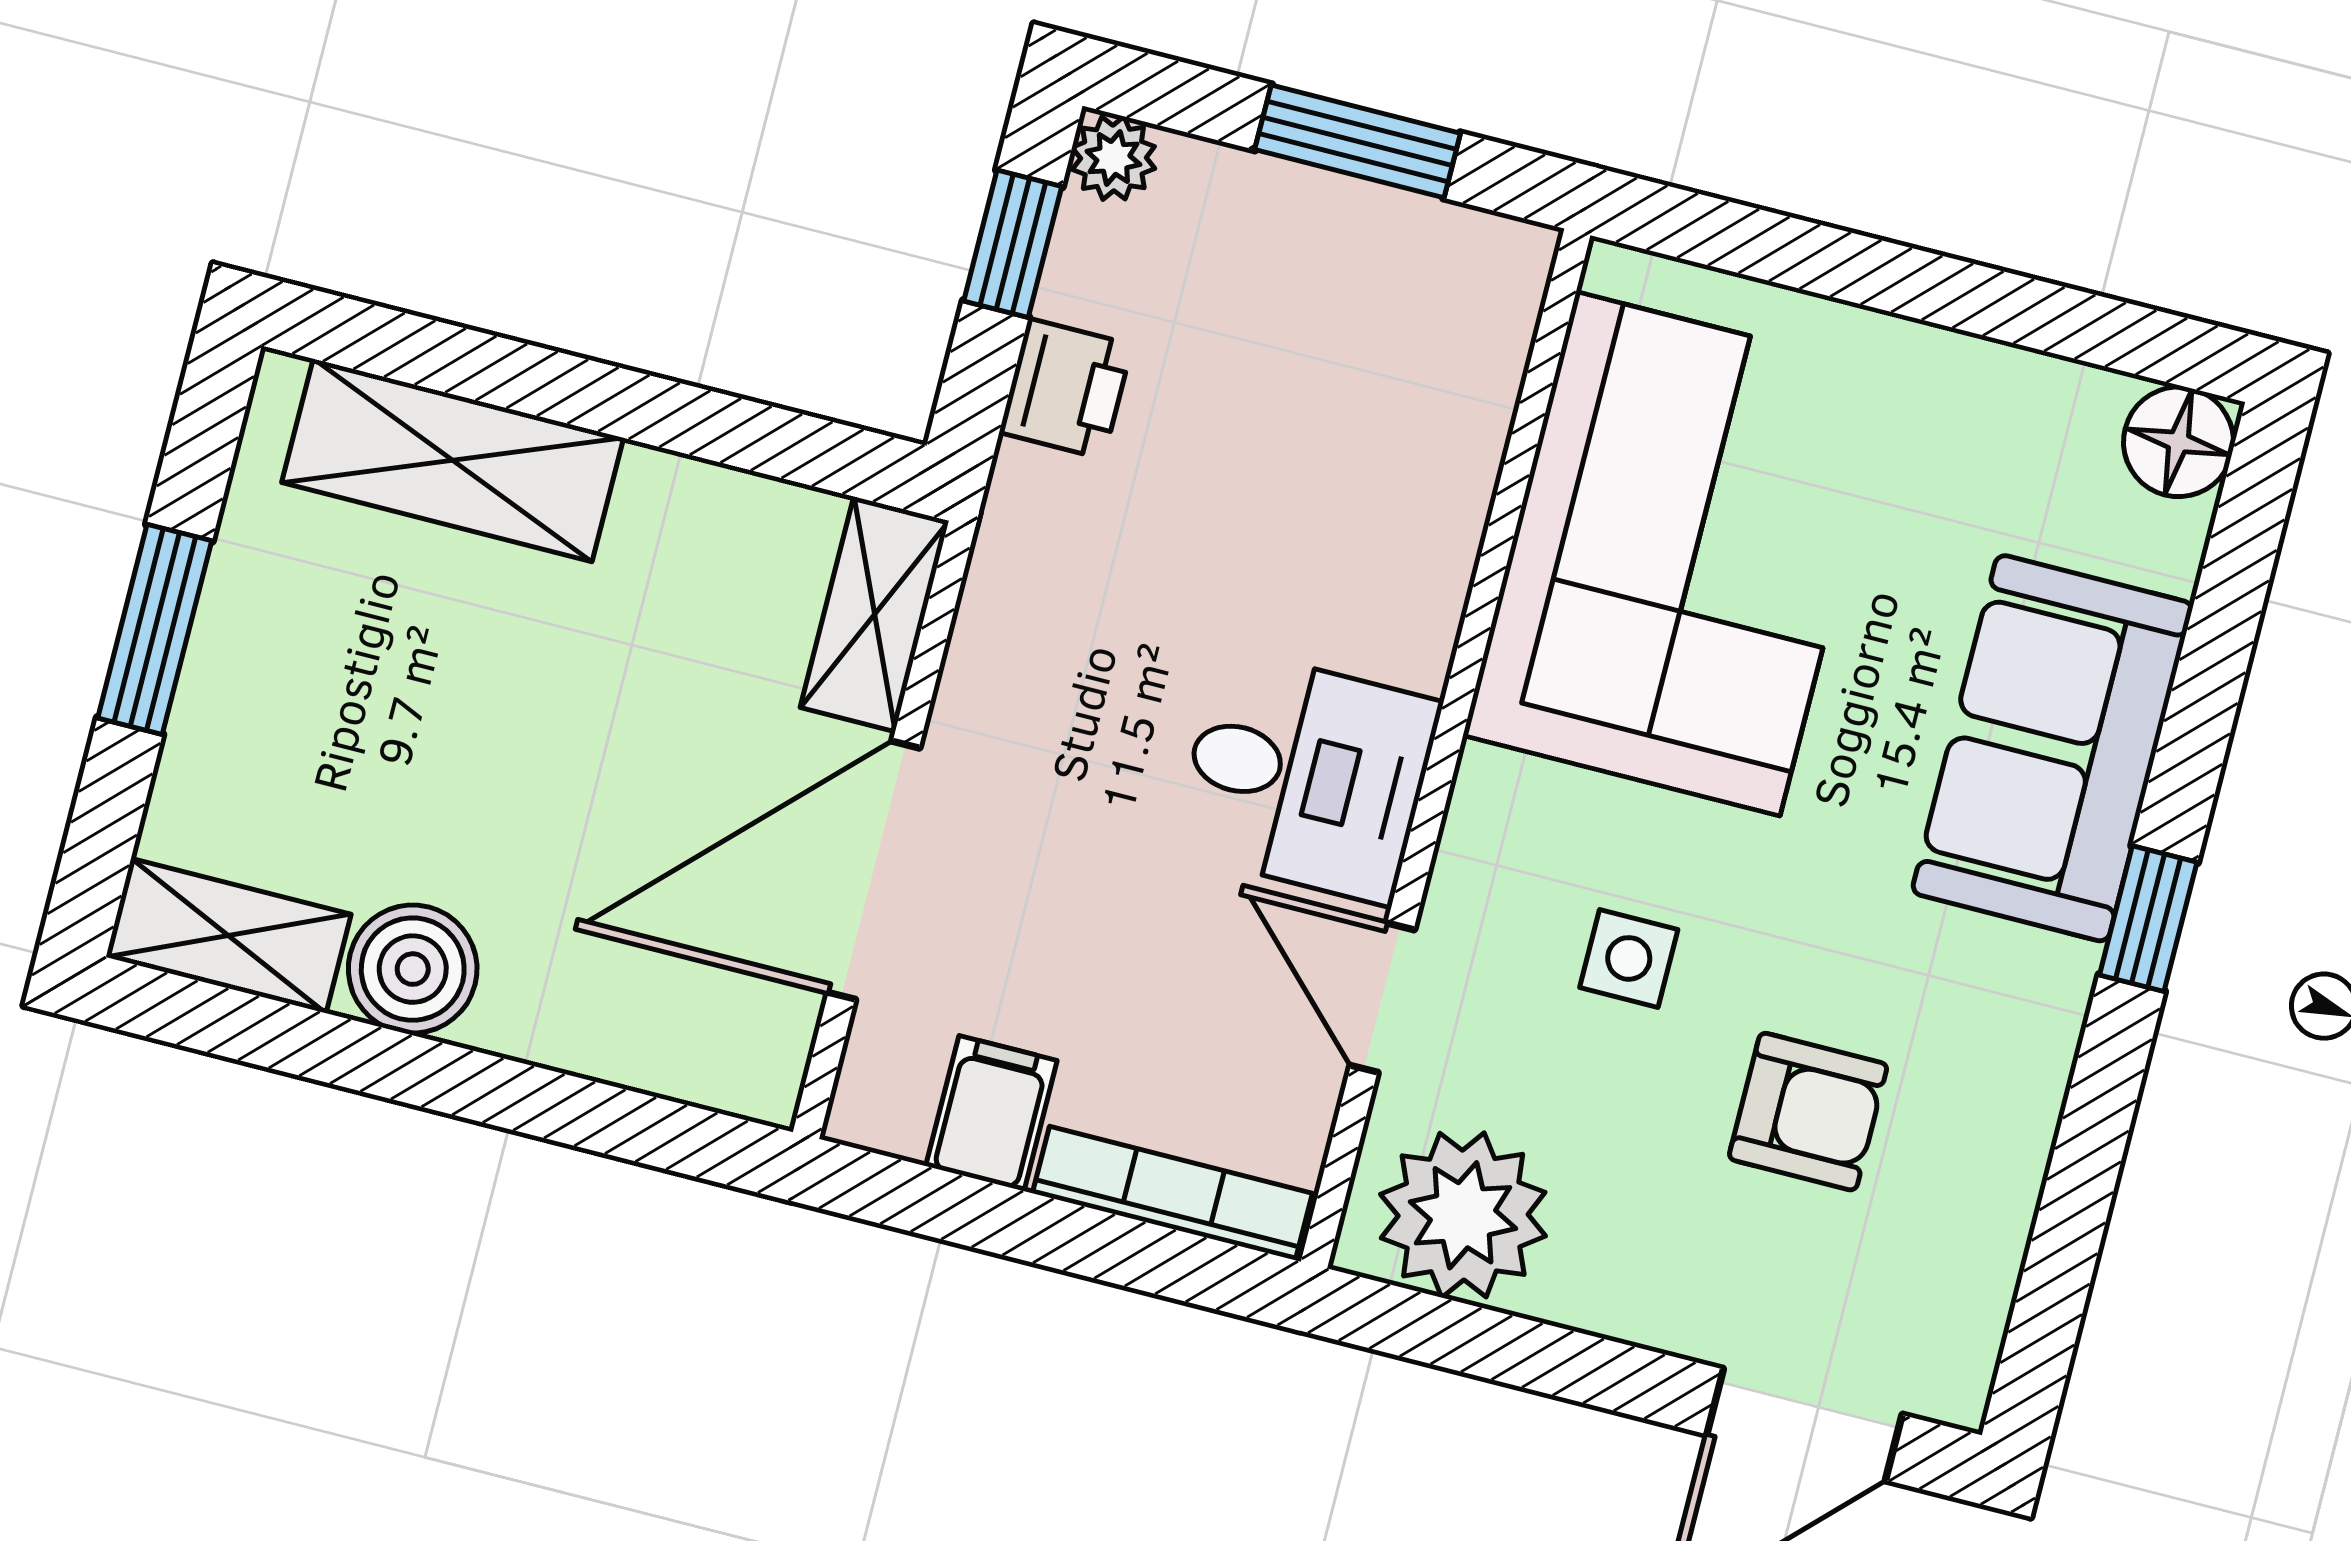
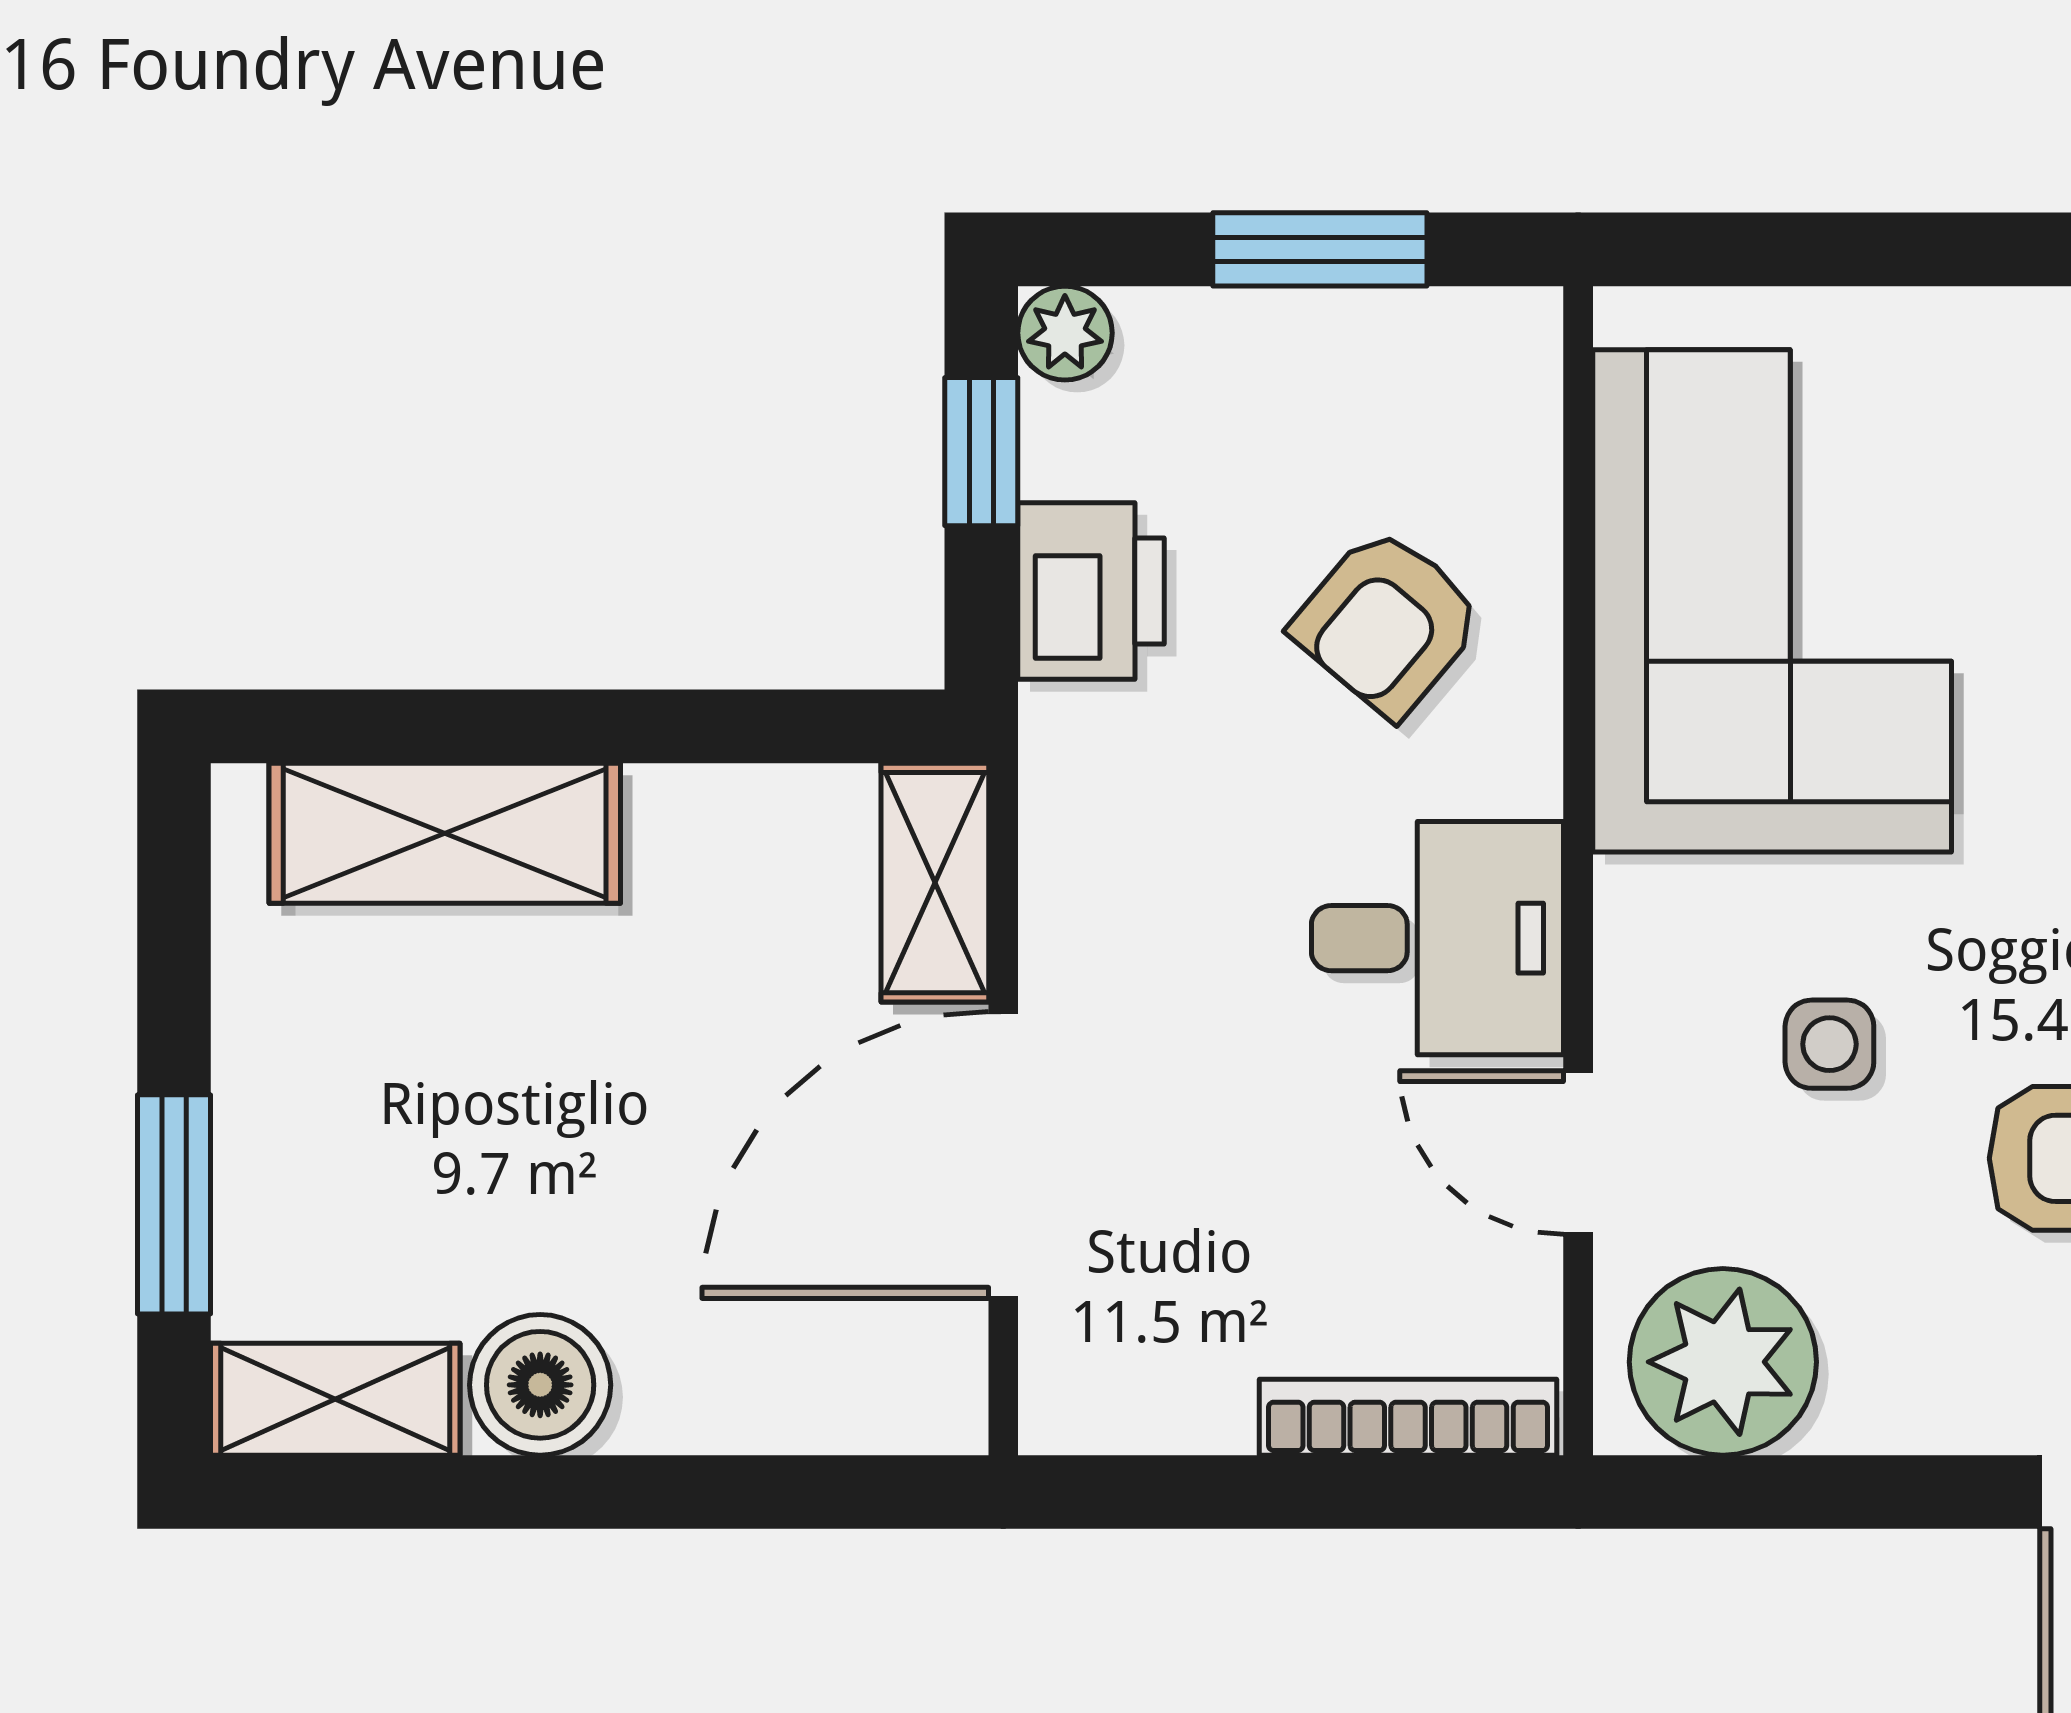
printer: (1066, 389) -> (1091, 591), width x1.36, depth x1.24
armchair: (1333, 486) -> (1387, 622), added
window: (155, 629) -> (174, 1204), moved
filing cabinet: (991, 1113) -> (1194, 1381), removed

